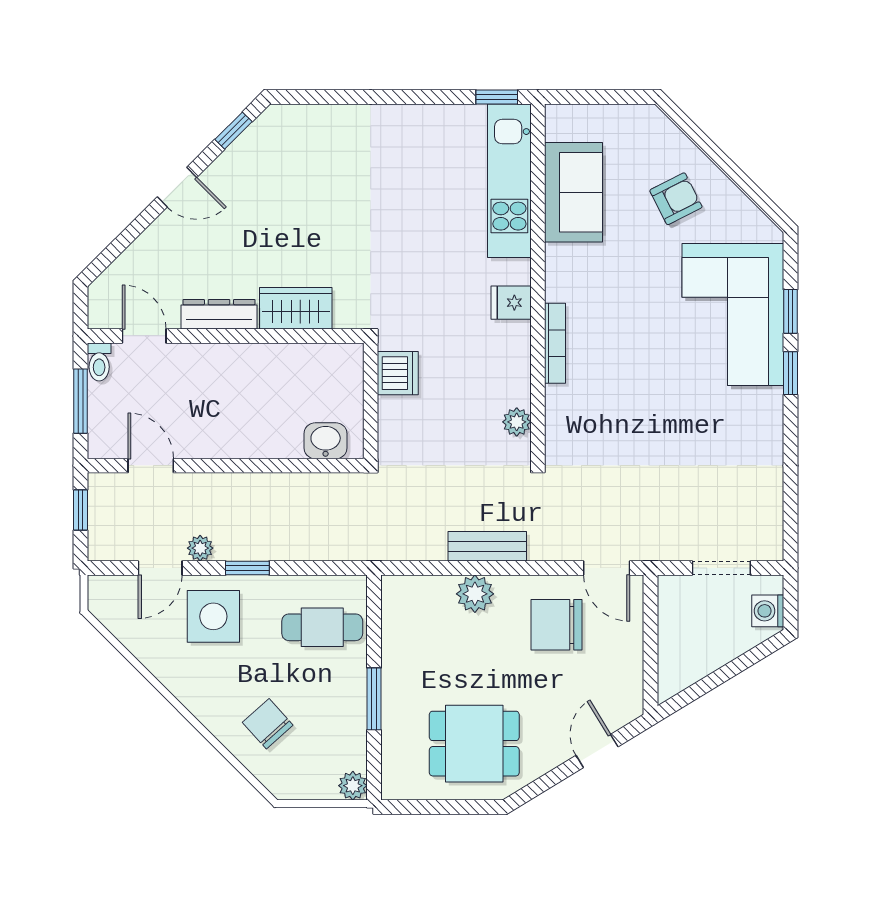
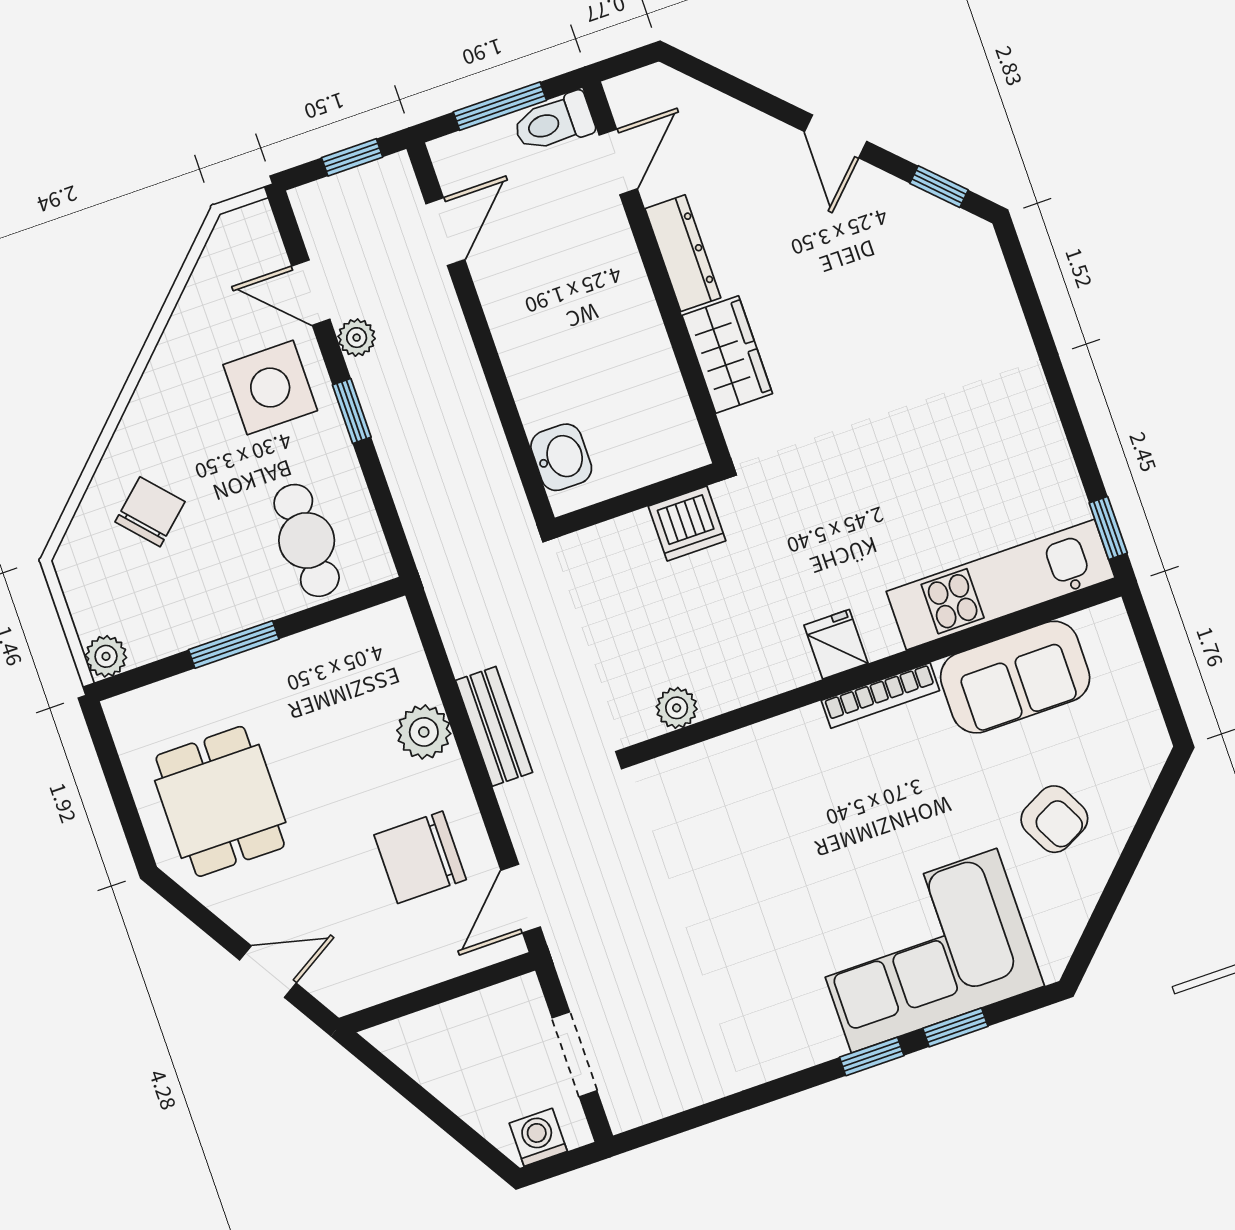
bookcase: (555, 343) -> (880, 696), moved
toilet: (99, 362) -> (554, 122), width x1.37, depth x1.39
chair: (557, 625) -> (420, 857), turned -90

